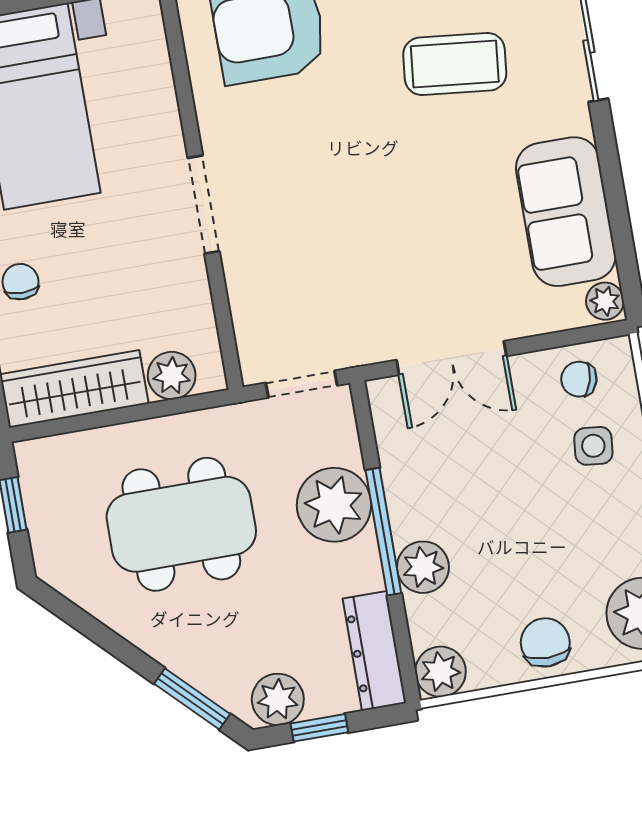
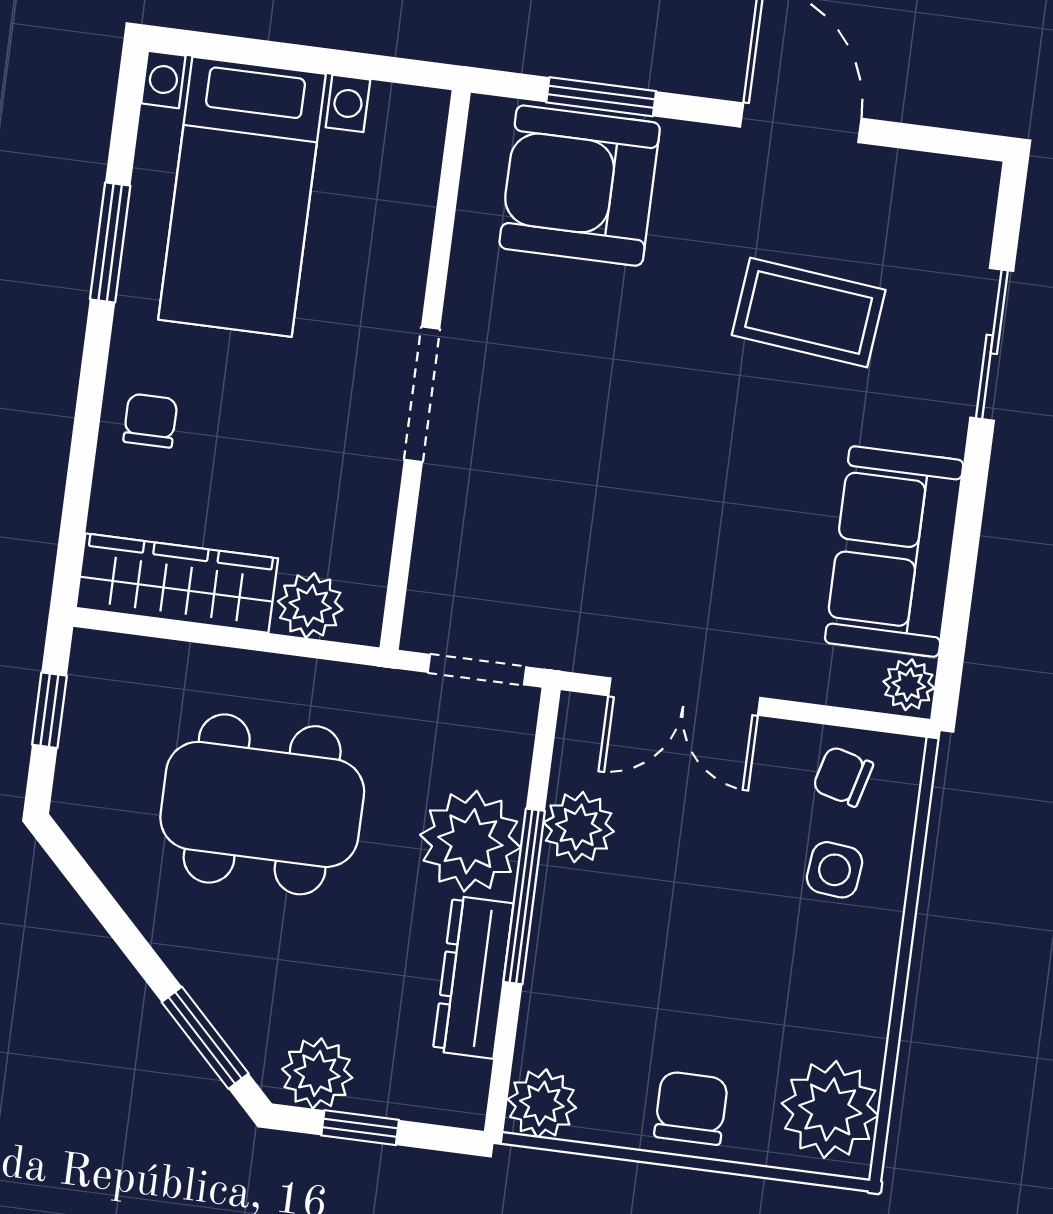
plant: (423, 567) -> (579, 827), moved
dresser: (374, 651) -> (473, 977), moved

